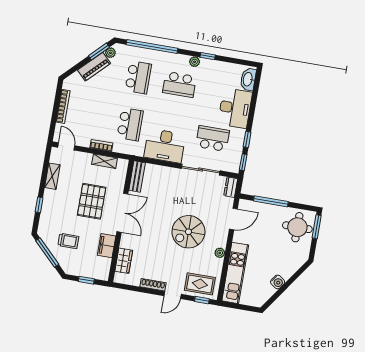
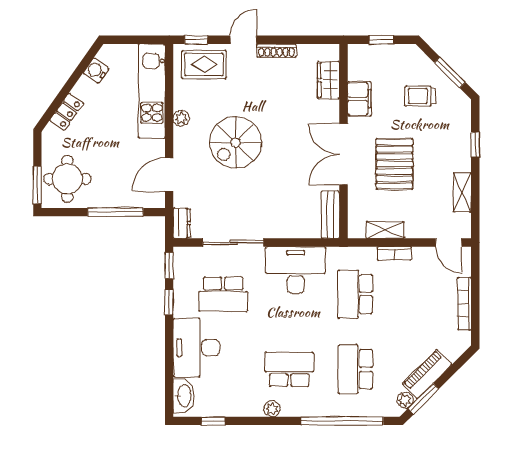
window: (208, 56) -> (213, 421), moved
spiral stairs: (188, 232) -> (236, 143), turned 180
window: (47, 252) -> (450, 72), width x0.69
locker: (291, 269) -> (67, 112), added
water cooler: (278, 282) -> (96, 71), moved

